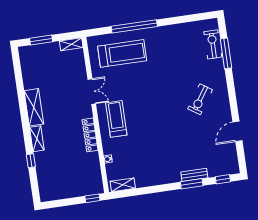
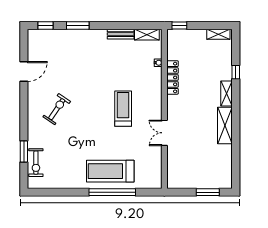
shelving: (71, 44) -> (218, 34), moved
treadmill: (122, 53) -> (110, 171), moved
window: (226, 53) -> (24, 152), width x0.69
treadmill: (116, 119) -> (123, 109), moved, turned 180
locker: (90, 135) -> (172, 77), moved
bench: (194, 175) -> (121, 34), moved

